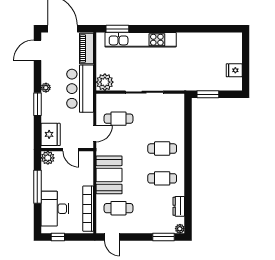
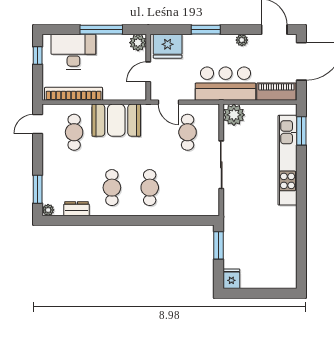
fridge: (234, 70) -> (231, 279), moved
plant: (46, 88) -> (242, 40), moved

